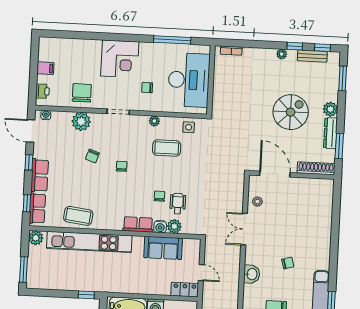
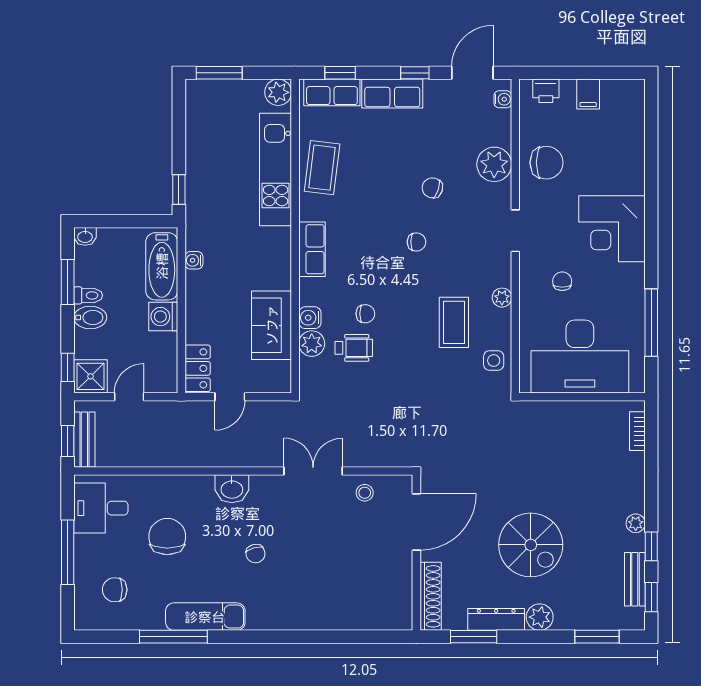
row of seats: (138, 224) -> (312, 249), moved
kitchen unit: (89, 242) -> (276, 170), width x0.73
water cooler: (125, 289) -> (194, 260), added

